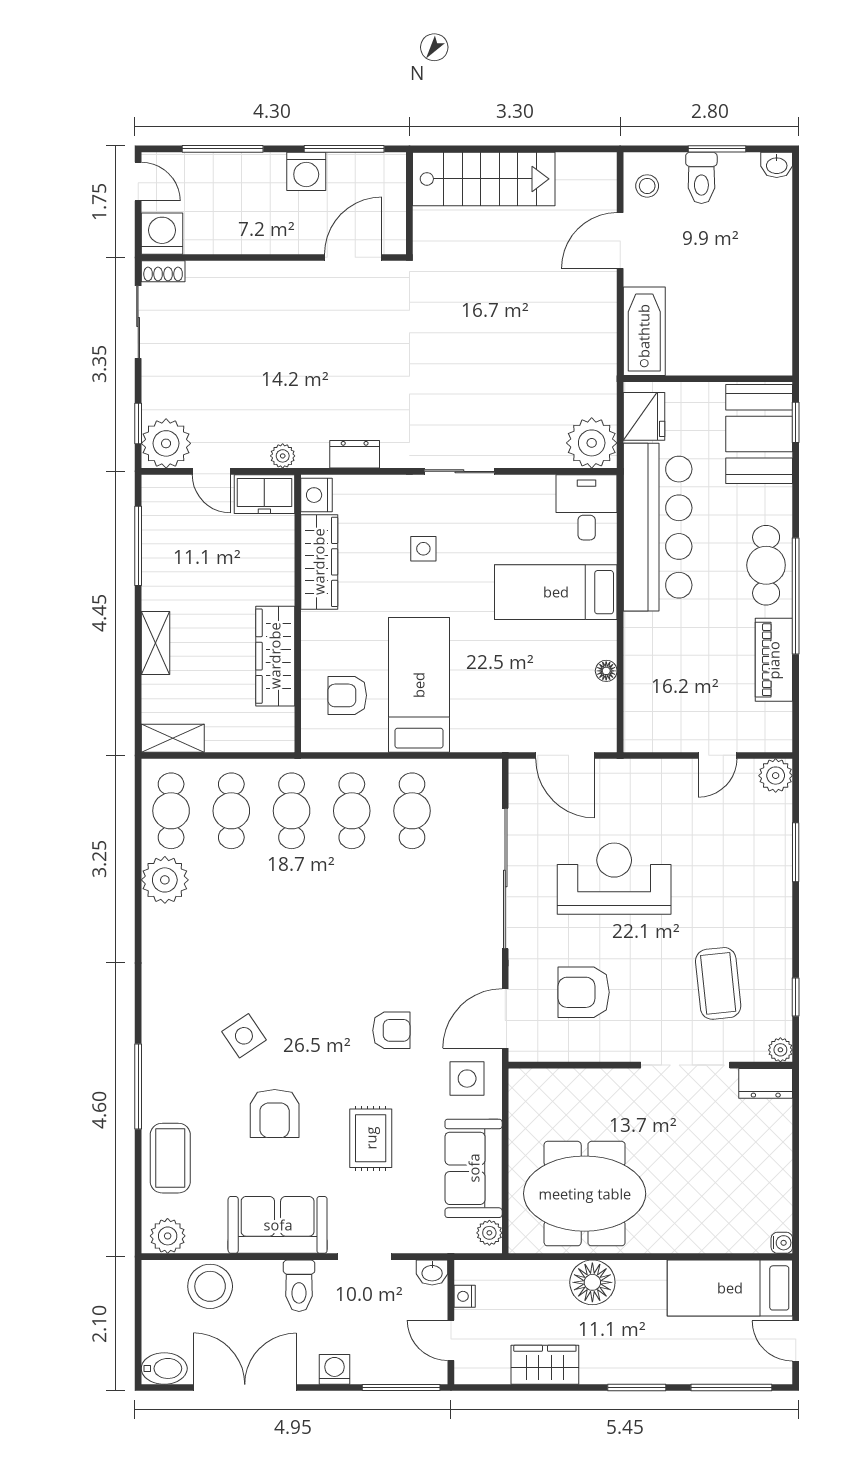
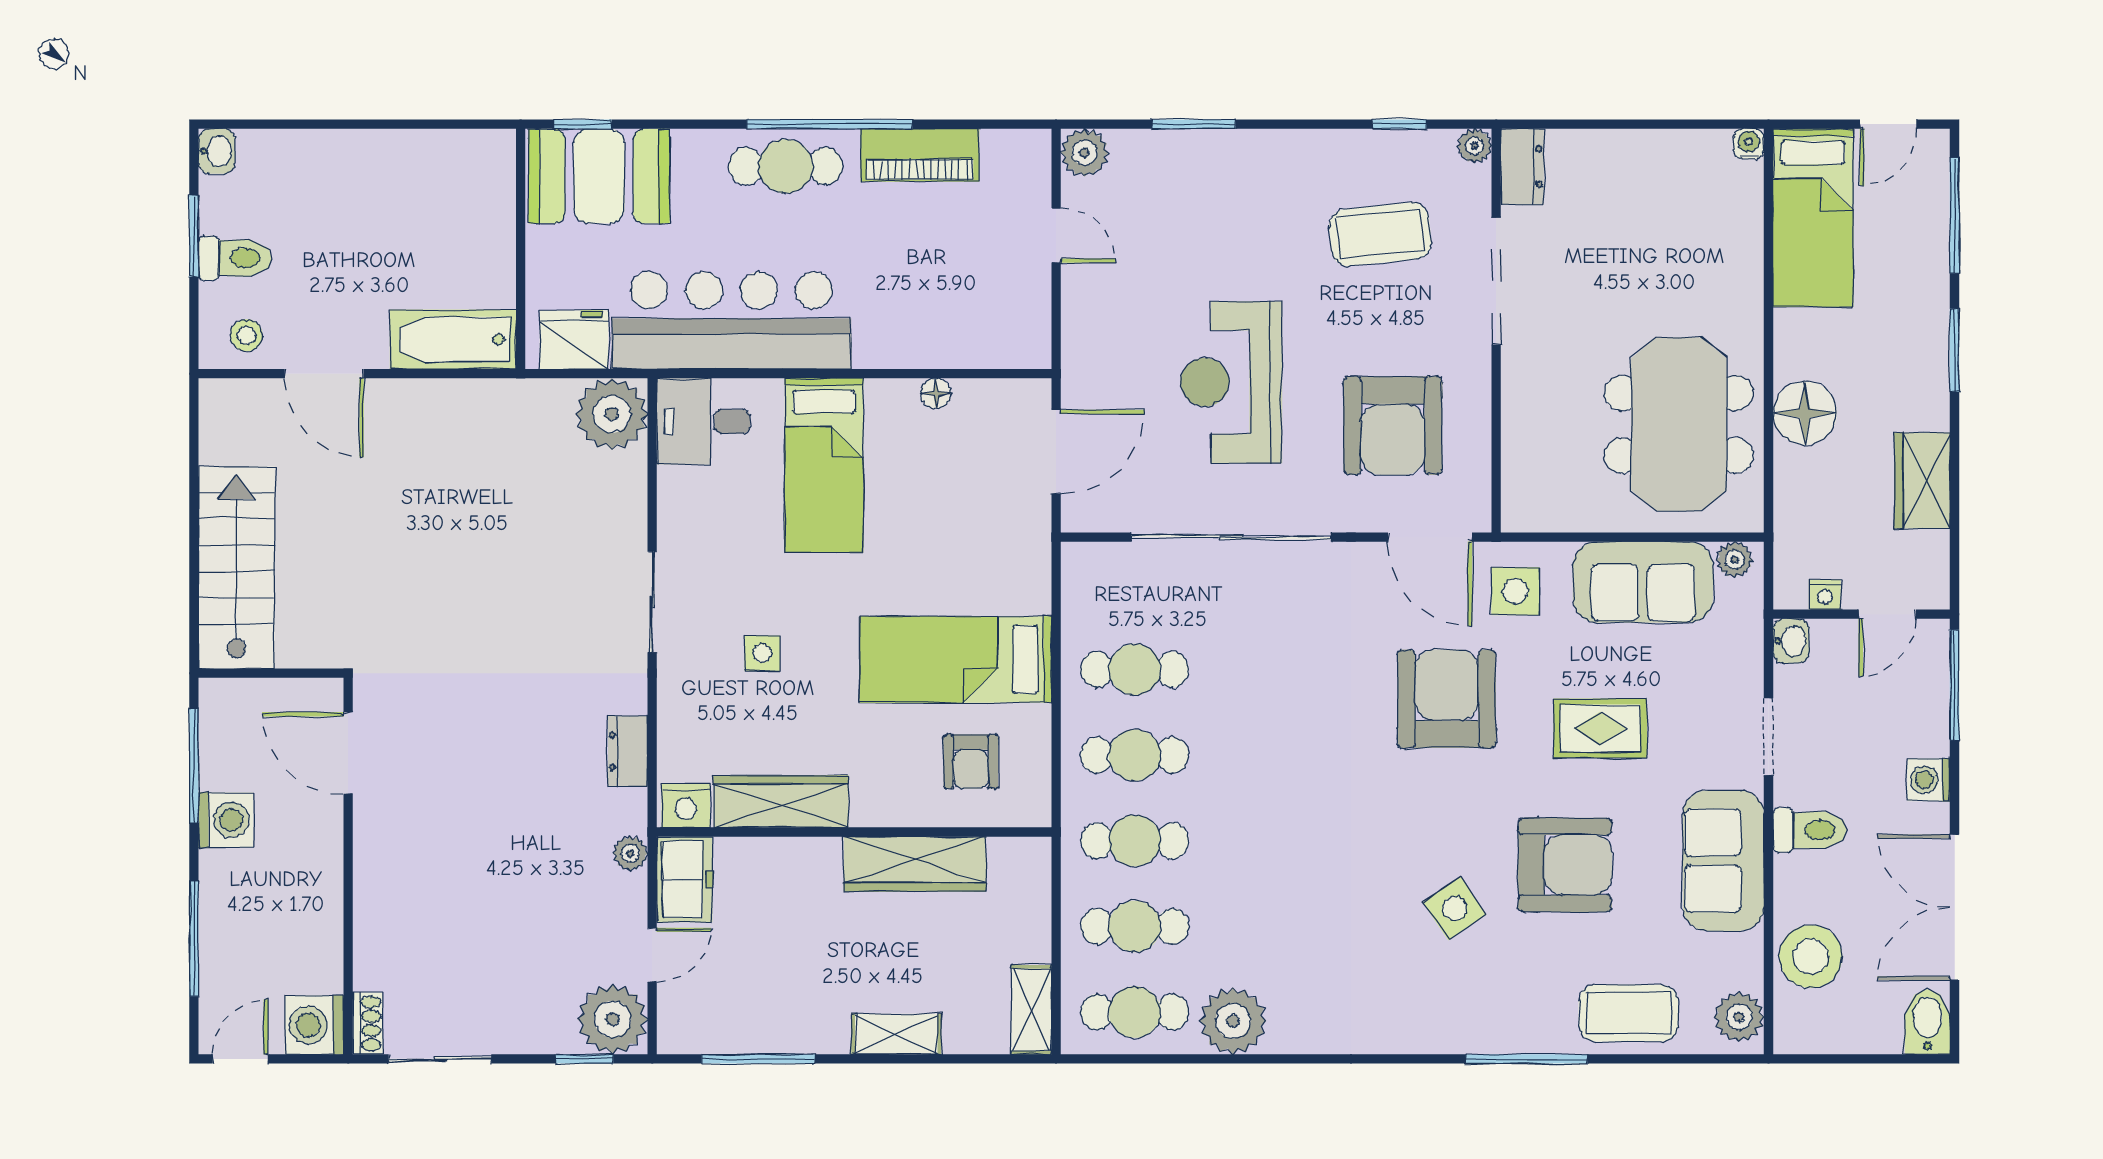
armchair: (584, 992) -> (1393, 426), width x1.36, depth x1.36
armchair: (391, 1030) -> (1447, 699), width x1.88, depth x1.88
armchair: (275, 1114) -> (1565, 865), width x1.36, depth x1.36

